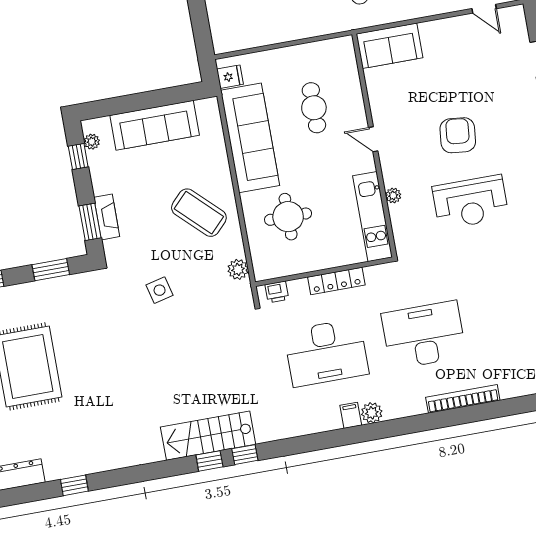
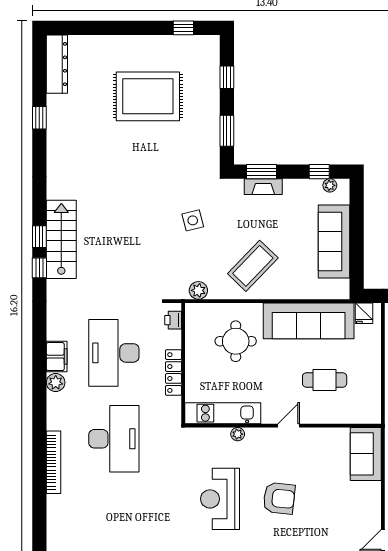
filing cabinet: (351, 415) -> (57, 357), width x2.00

